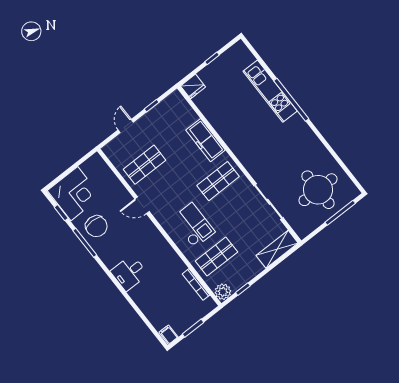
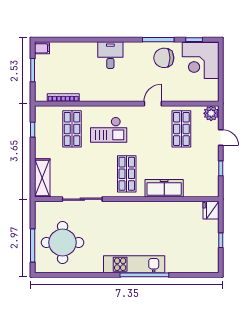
kitchen unit: (270, 91) -> (134, 264), moved
plant: (223, 292) -> (211, 113), moved

